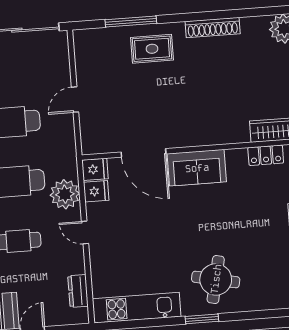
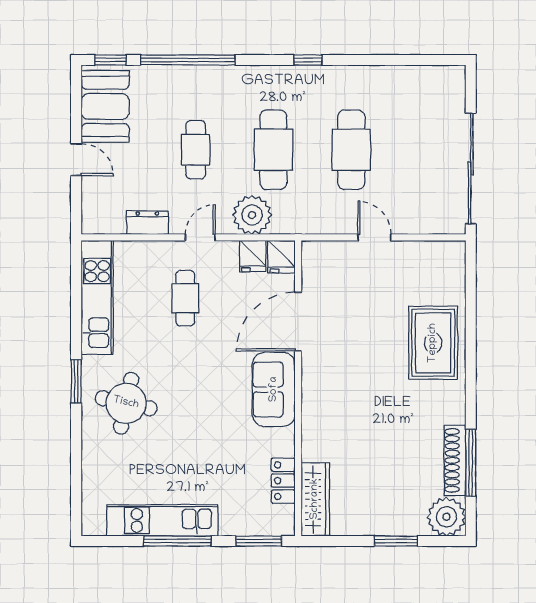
window: (131, 22) -> (471, 463), moved
shoe rack: (213, 27) -> (455, 460), moved
rug: (152, 49) -> (433, 343), width x1.36, depth x1.43
cafe table: (132, 240) -> (185, 298), added
dresser: (78, 291) -> (147, 223), moved

